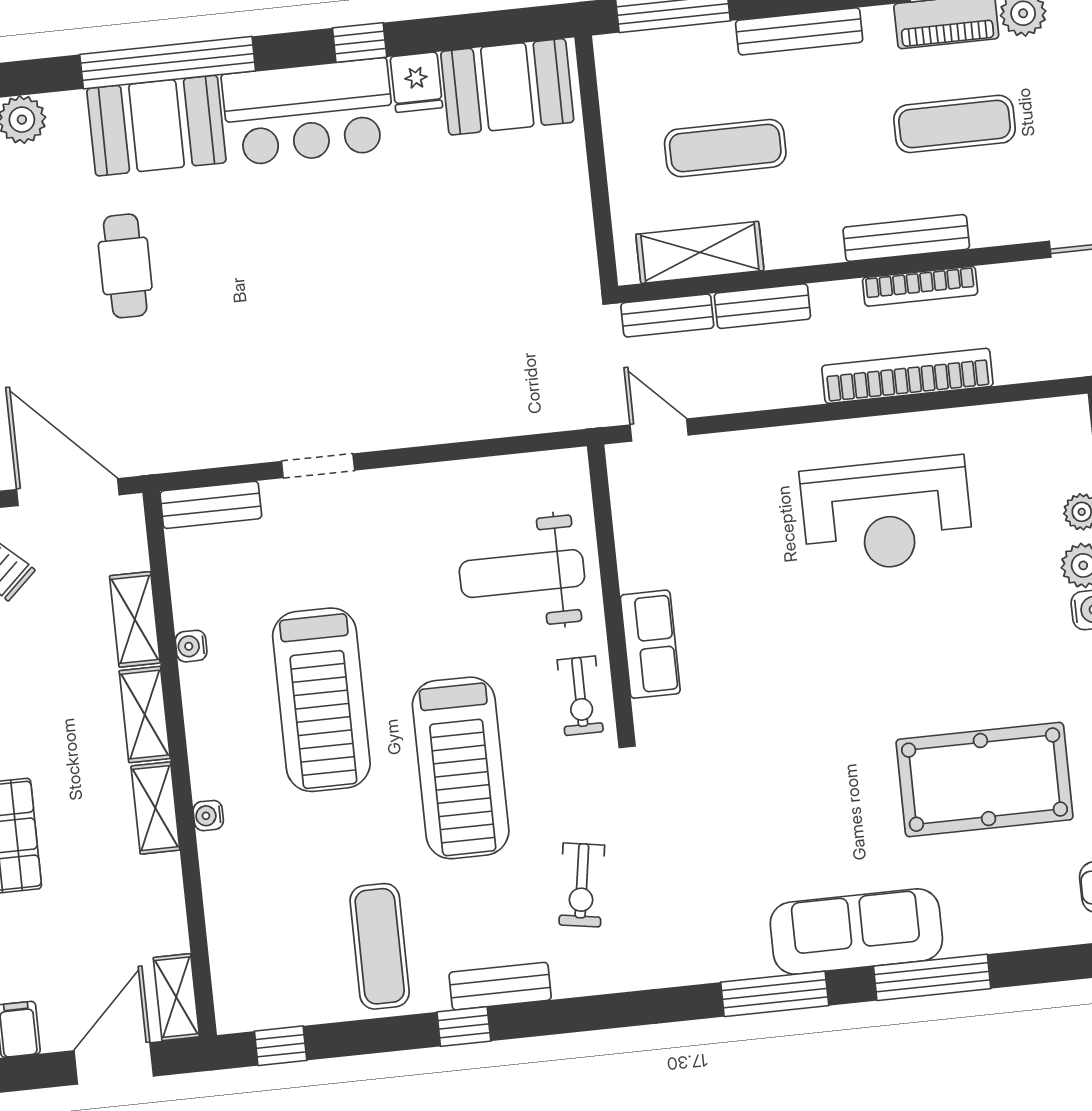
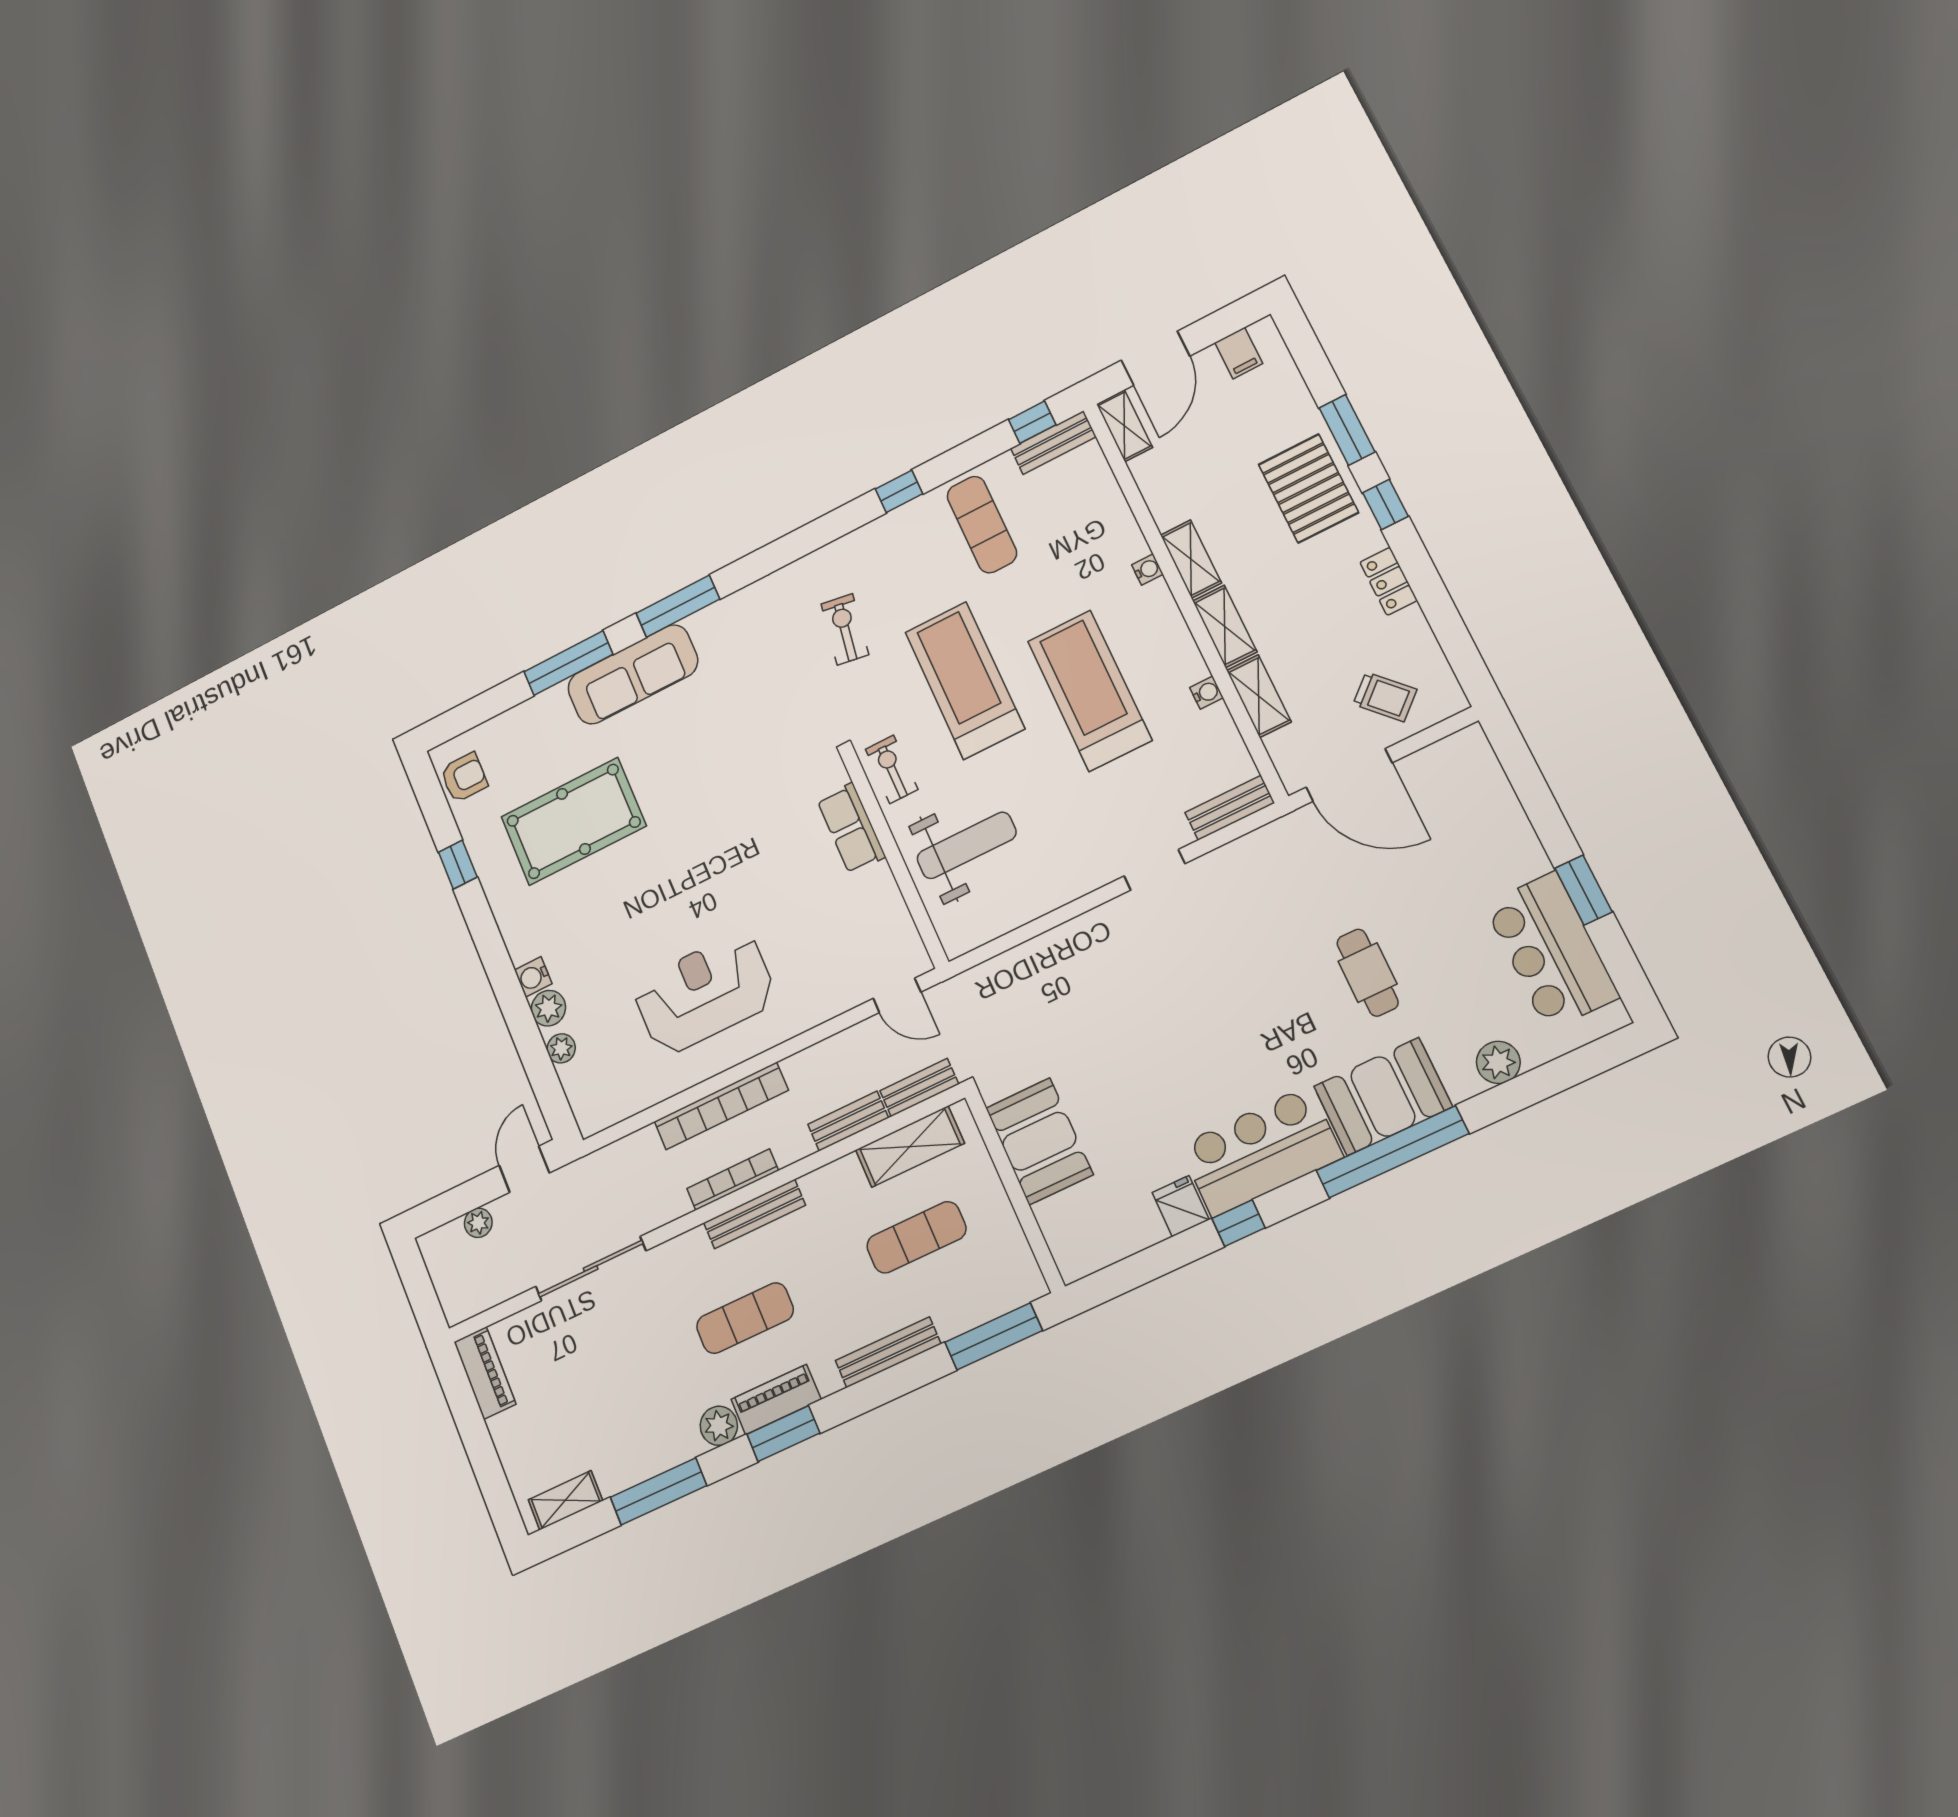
booth: (507, 87) -> (1039, 1141), moved, turned 90
bench: (500, 986) -> (1053, 443), moved

